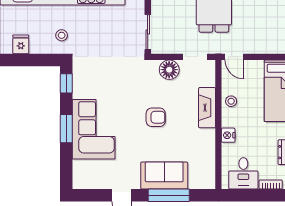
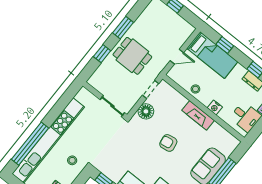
door: (234, 57) -> (177, 57), moved
fireplace: (207, 108) -> (198, 115), moved
armchair: (156, 117) -> (168, 143), turned -99

